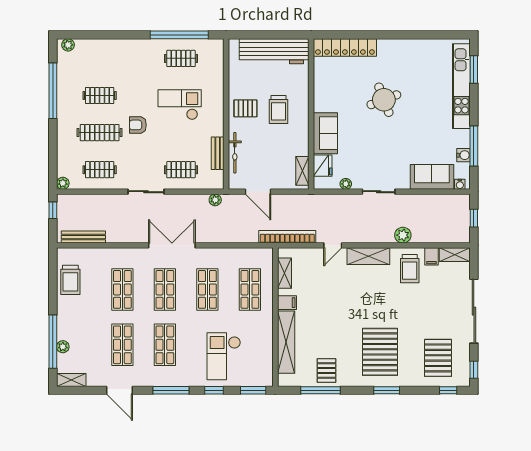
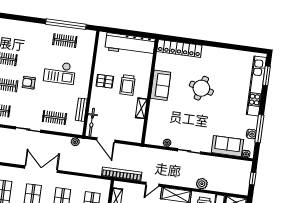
round table: (384, 100) -> (201, 88), turned 37
checkout: (180, 105) -> (60, 72), turned 180
sofa: (325, 133) -> (161, 85), moved
bicycle: (235, 153) -> (92, 122), moved
fridge: (323, 166) -> (153, 128), removed
shelving: (302, 171) -> (141, 108), moved

